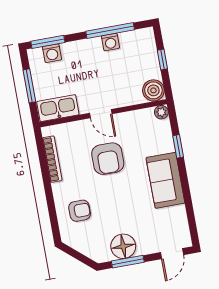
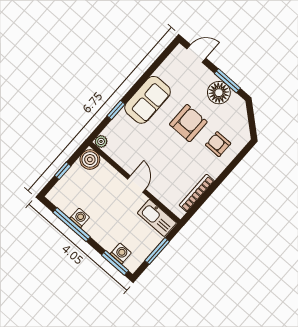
armchair: (108, 159) -> (188, 123), moved

